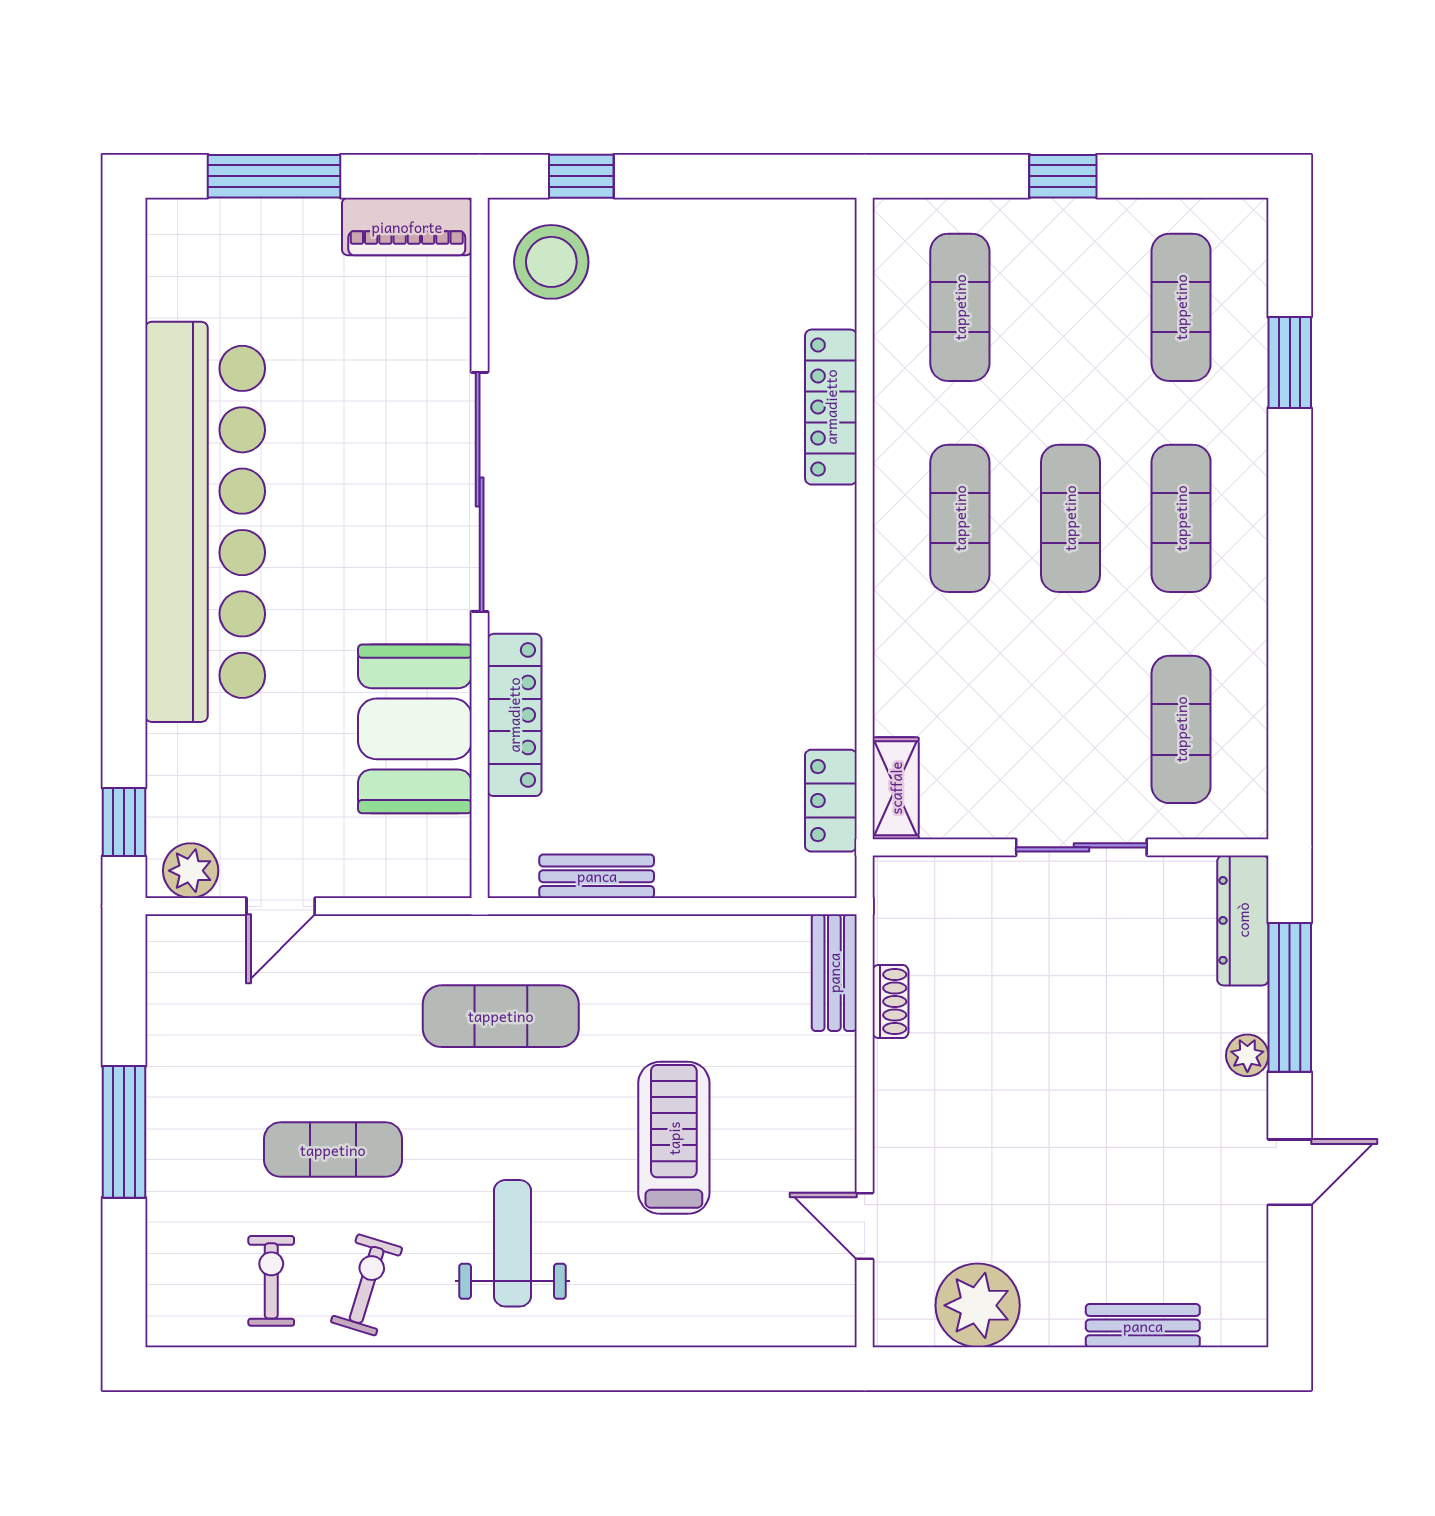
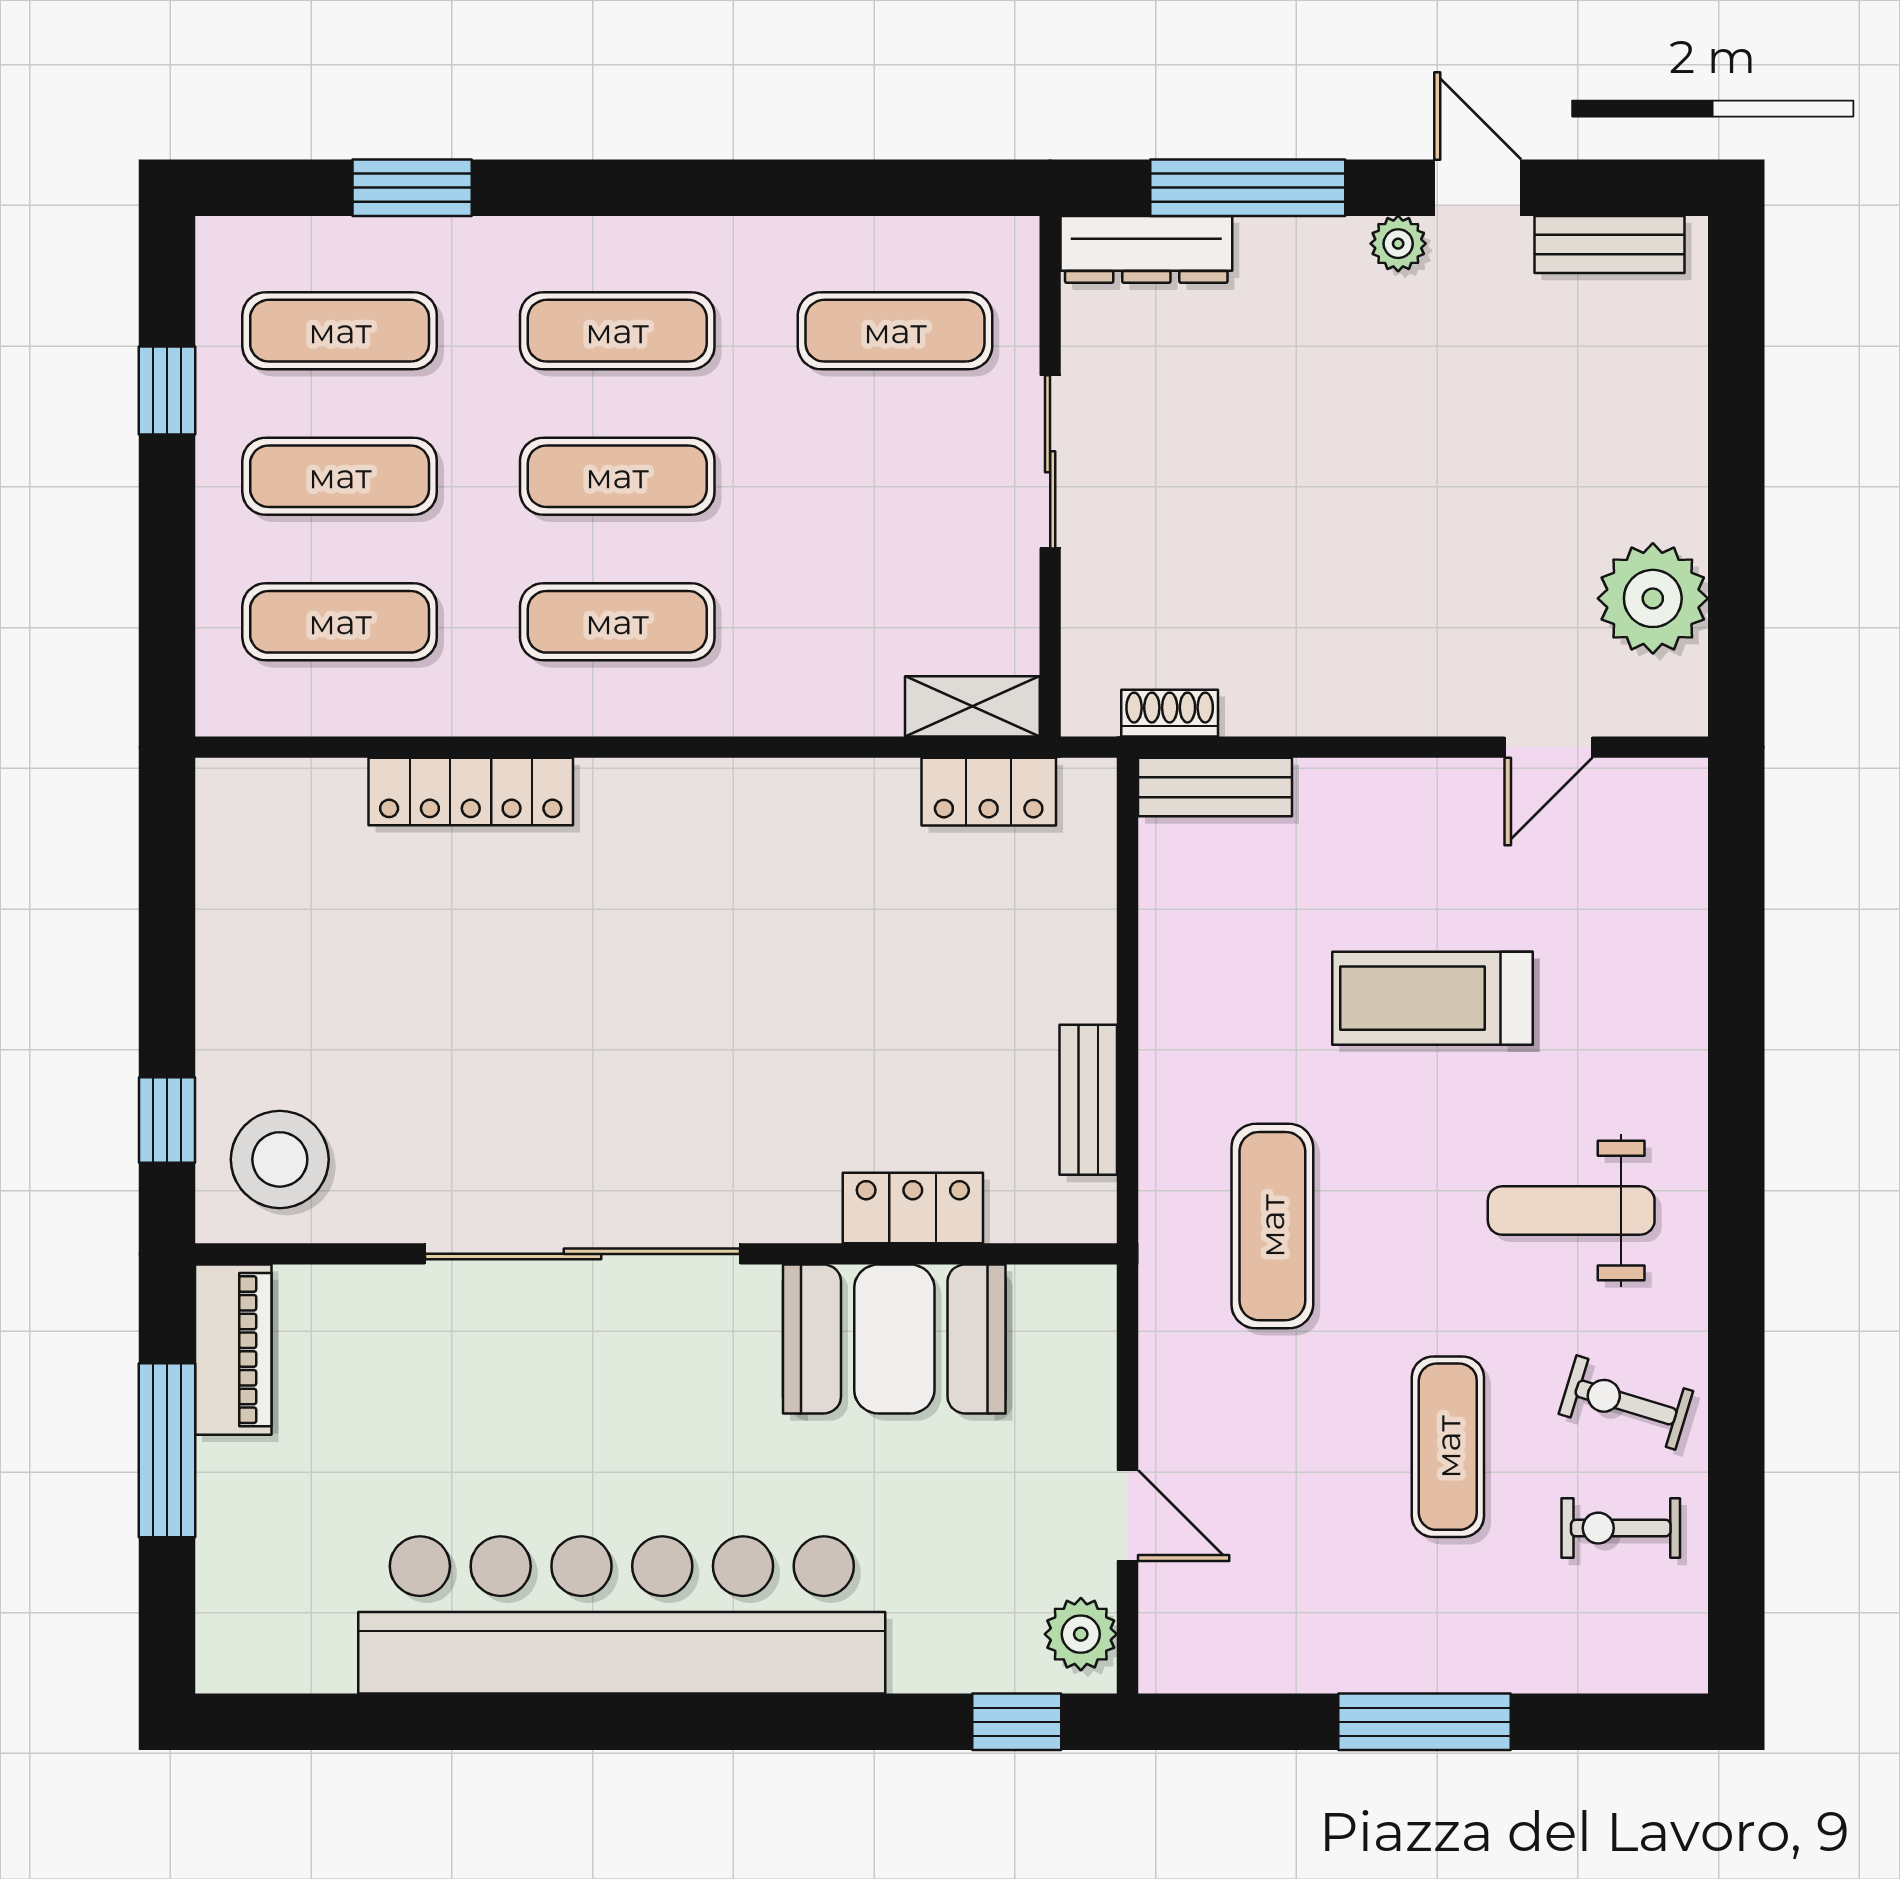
window: (274, 176) -> (167, 1450), moved
window: (1063, 176) -> (167, 390), moved
exercise mat: (1070, 307) -> (340, 476), added
locker: (514, 715) -> (913, 1208), width x0.66
shoe rack: (890, 1002) -> (1170, 713), moved
plant: (1247, 1055) -> (1398, 244), moved
bench: (1143, 1326) -> (1610, 244), moved, turned 90

